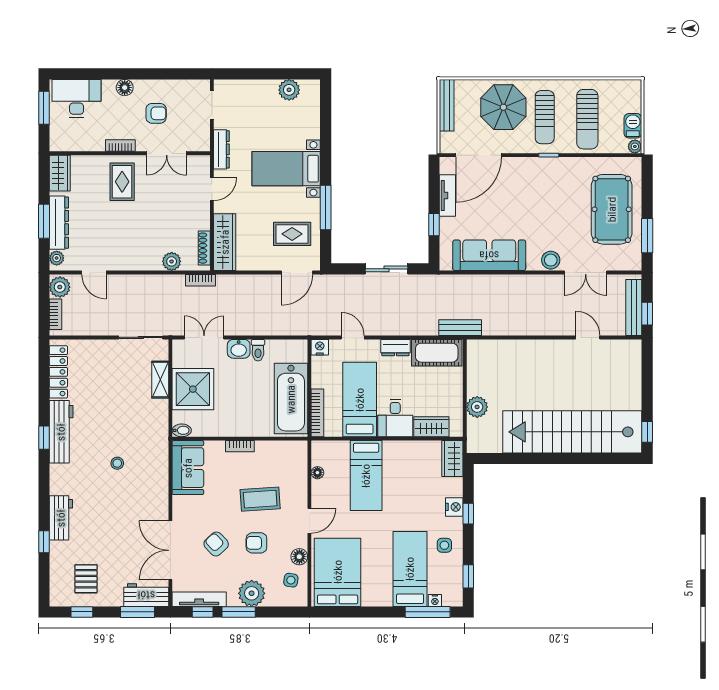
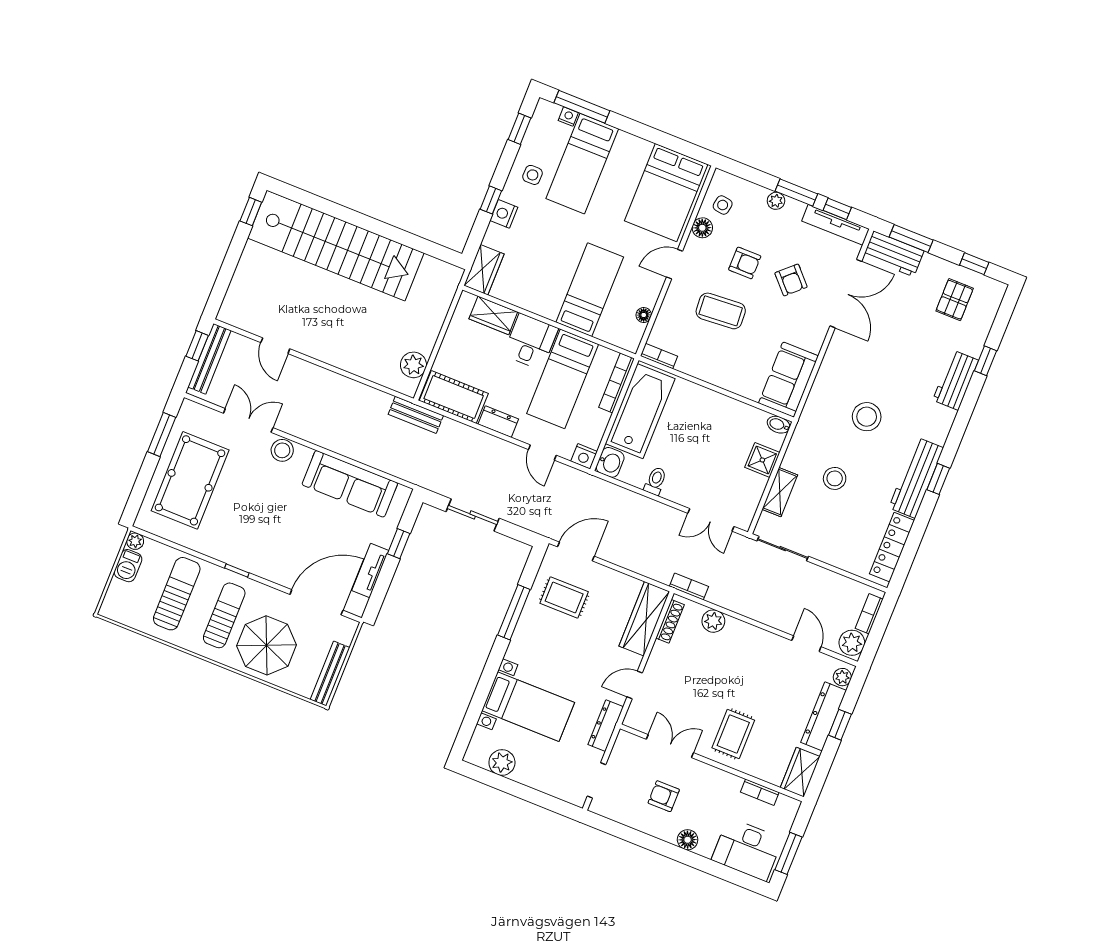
bookcase: (120, 146) -> (760, 792), moved
bed with nightstands: (286, 169) -> (528, 707), moved
window: (44, 221) -> (840, 725), width x0.67
washbasin: (239, 349) -> (610, 462), moved, turned 90
shower: (193, 389) -> (762, 460), width x0.54, depth x0.54
stool: (123, 407) -> (835, 478), added
plant: (477, 407) -> (413, 365), moved
bookcase: (240, 446) -> (659, 356), moved
stool: (117, 463) -> (867, 417), width x1.89, depth x1.89
plant: (252, 593) -> (776, 201), width x0.53, depth x0.53

